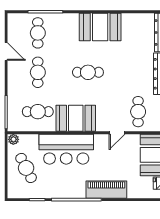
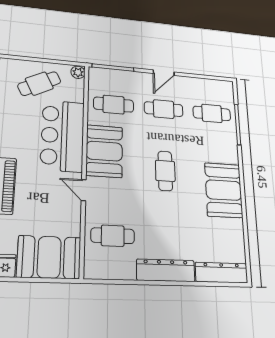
door: (6, 52) -> (164, 73), moved
cafe table: (38, 112) -> (114, 105), turned 90
door: (117, 133) -> (84, 190), moved

